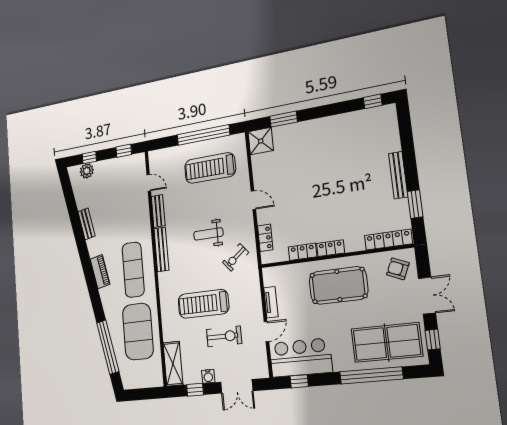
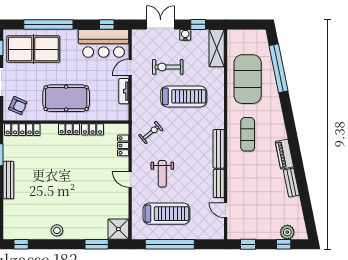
stool: (331, 126) -> (57, 230), added
weight bench: (208, 234) -> (162, 174), moved, turned 90
exercise mat: (133, 270) -> (248, 134), width x0.73, depth x0.69
piano: (100, 272) -> (284, 154), moved

